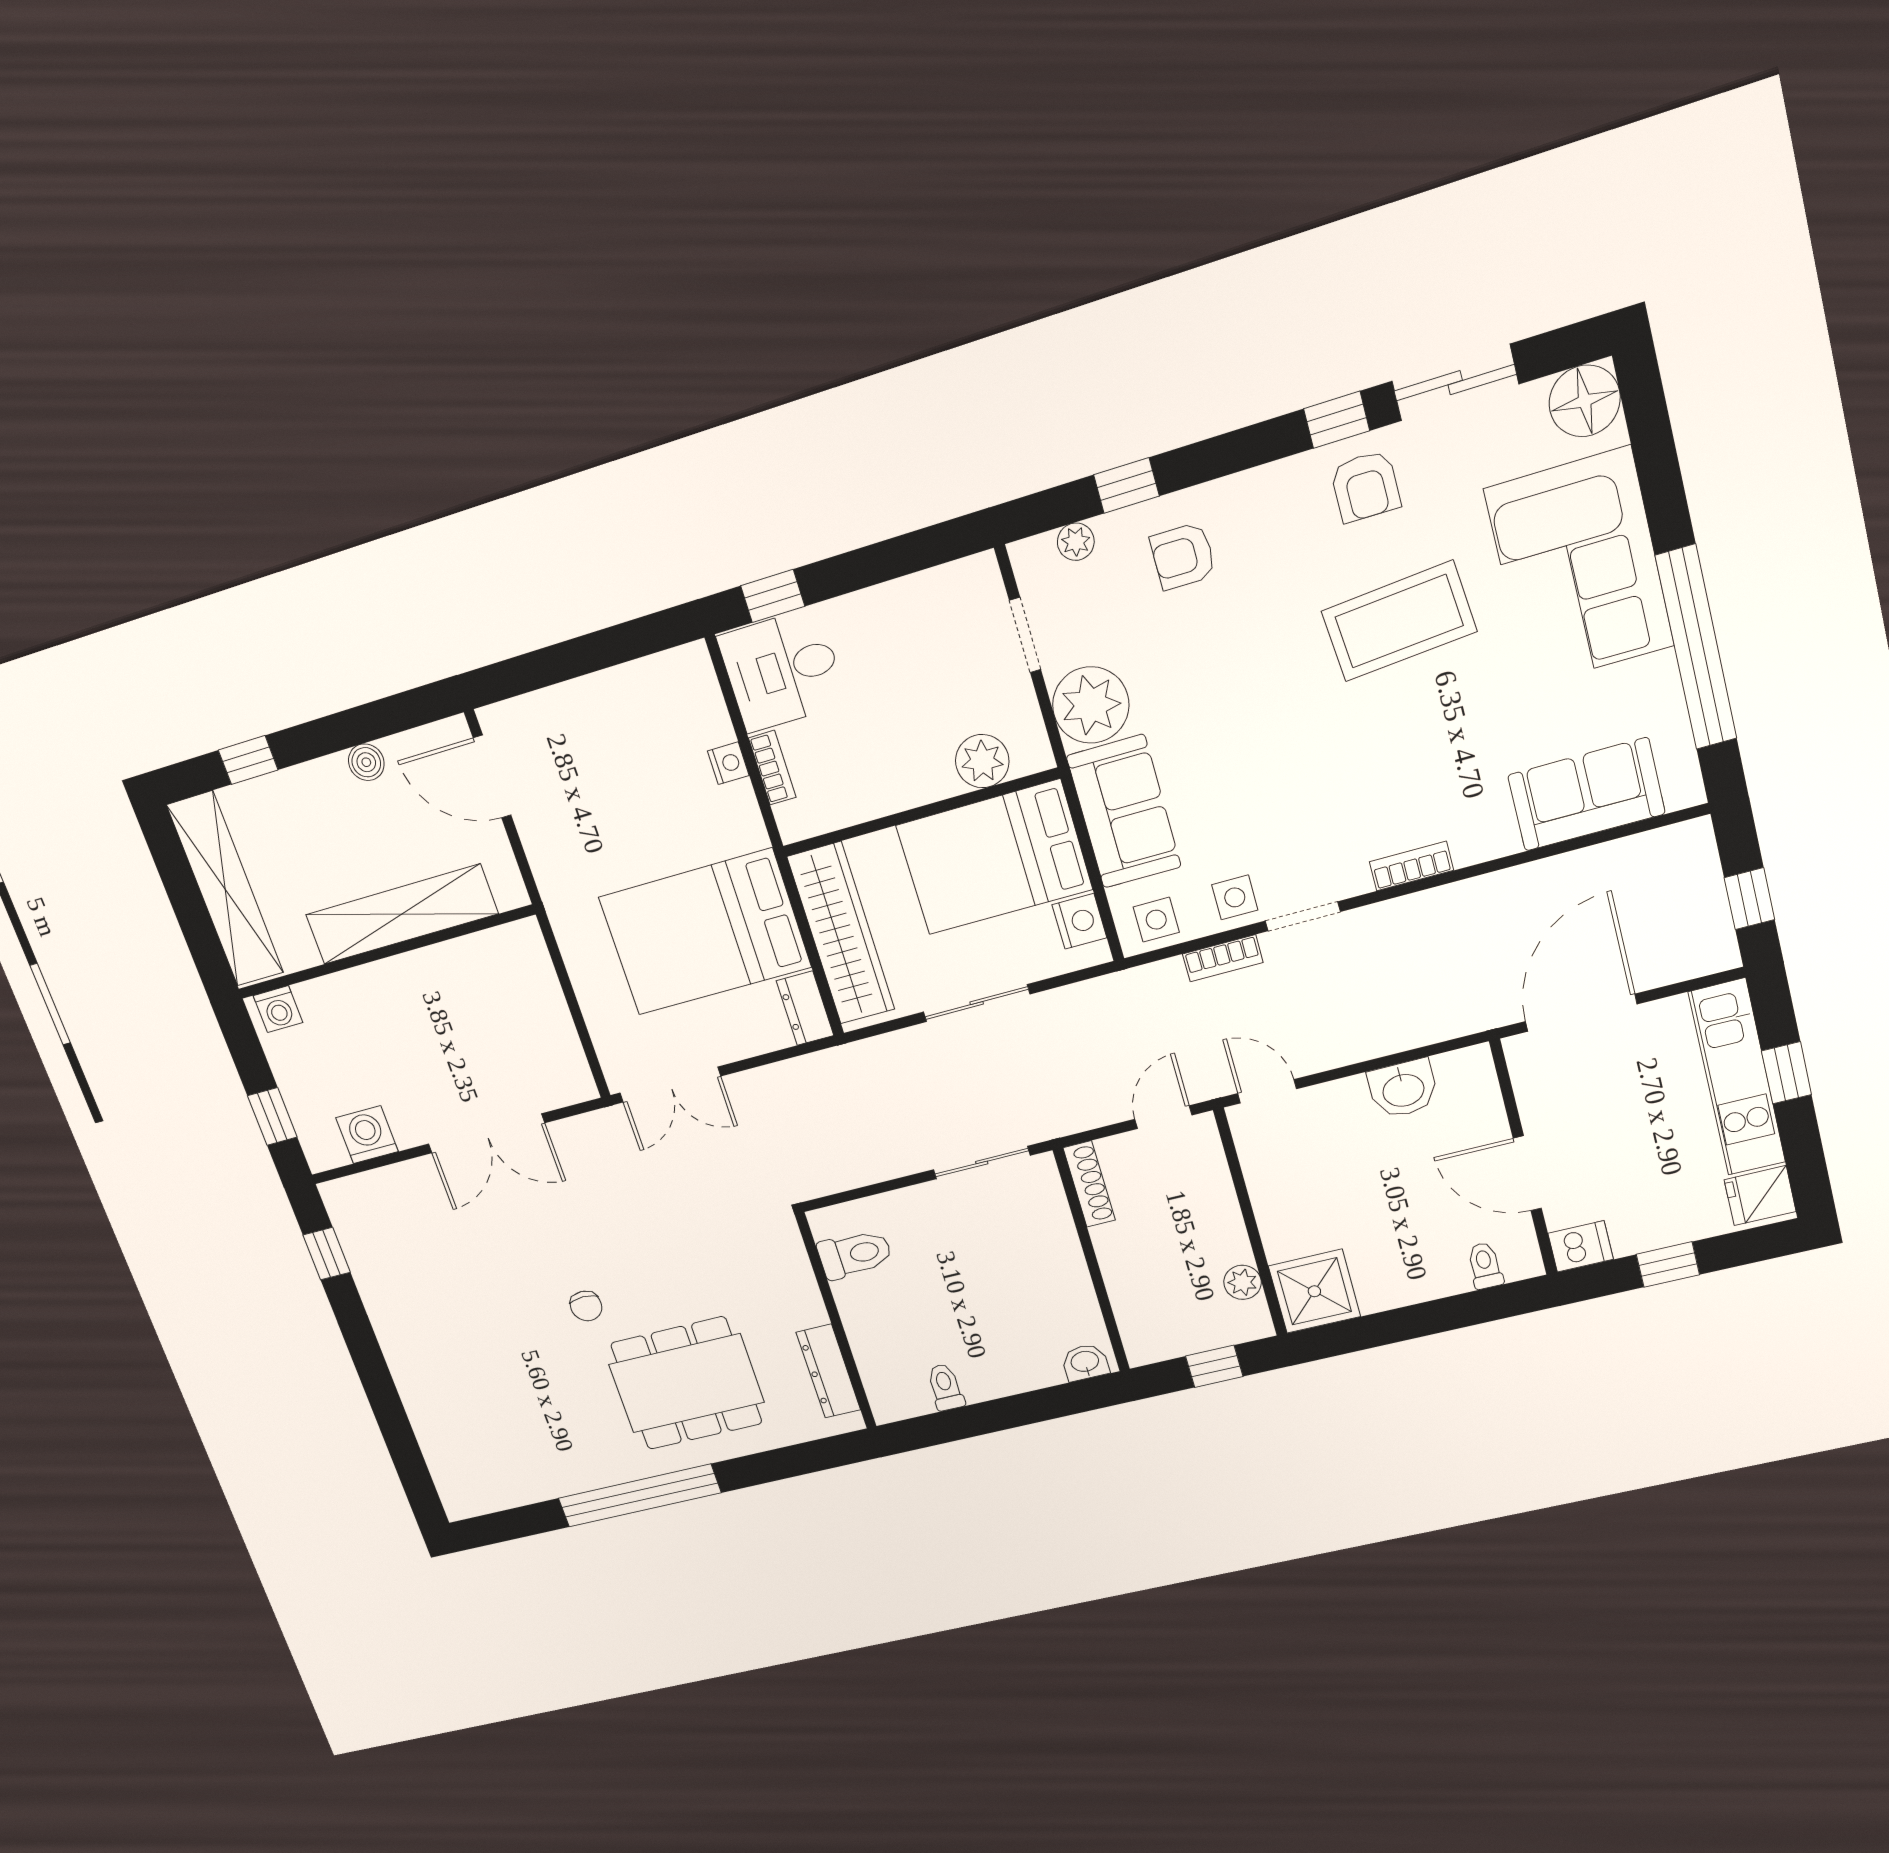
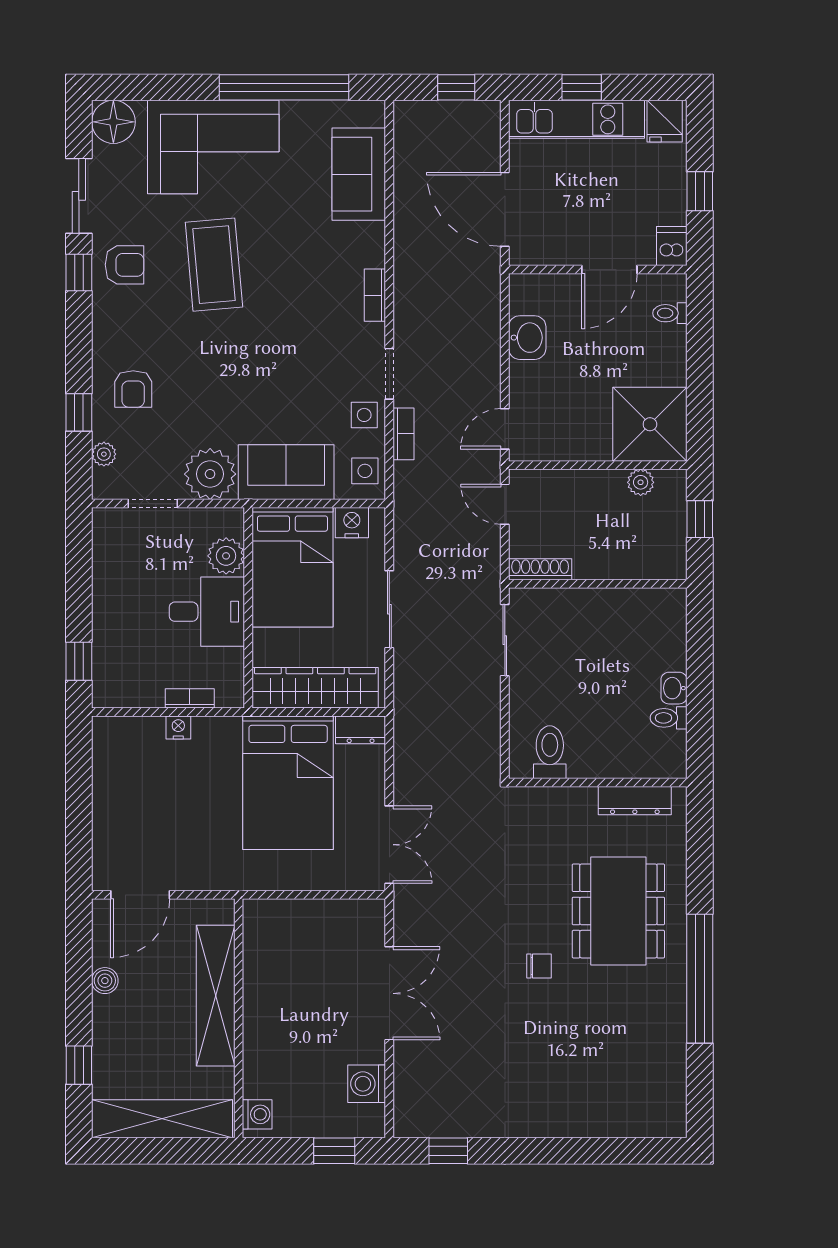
desk: (782, 670) -> (207, 612), moved, turned -90
shower: (1314, 1291) -> (650, 424), width x1.37, depth x1.37
washbasin: (1085, 1362) -> (674, 688), moved

